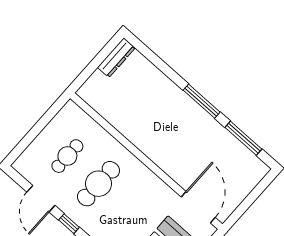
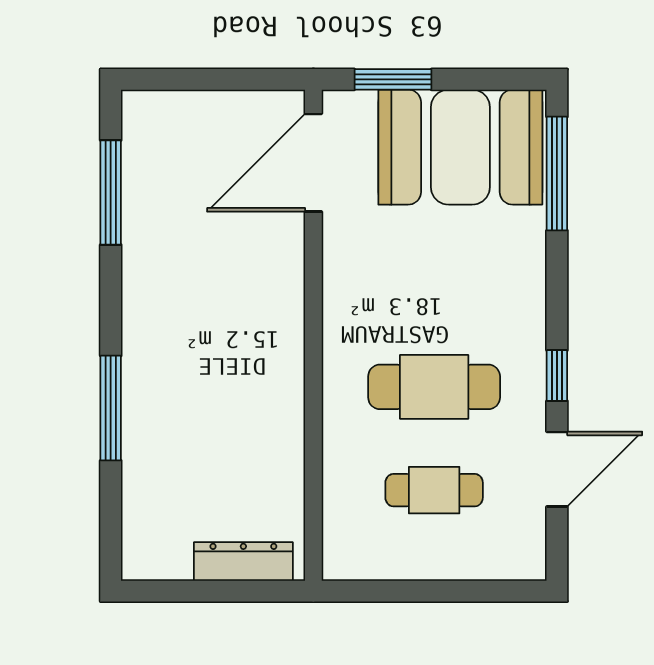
dresser: (116, 58) -> (243, 562), moved
window: (202, 101) -> (111, 408), moved

